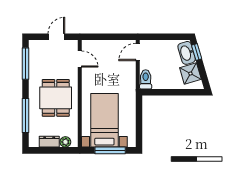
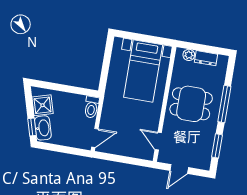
window: (26, 64) -> (217, 146), width x0.69
dining table: (56, 98) -> (191, 104), turned 90
window: (26, 116) -> (224, 104), moved
window: (110, 150) -> (142, 38), removed

